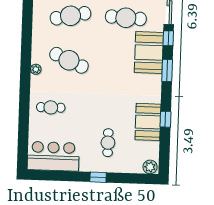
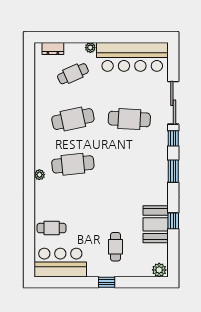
booth: (149, 52) -> (154, 154), removed
cafe table: (69, 60) -> (73, 164), turned -30
cafe table: (51, 107) -> (52, 228), moved

